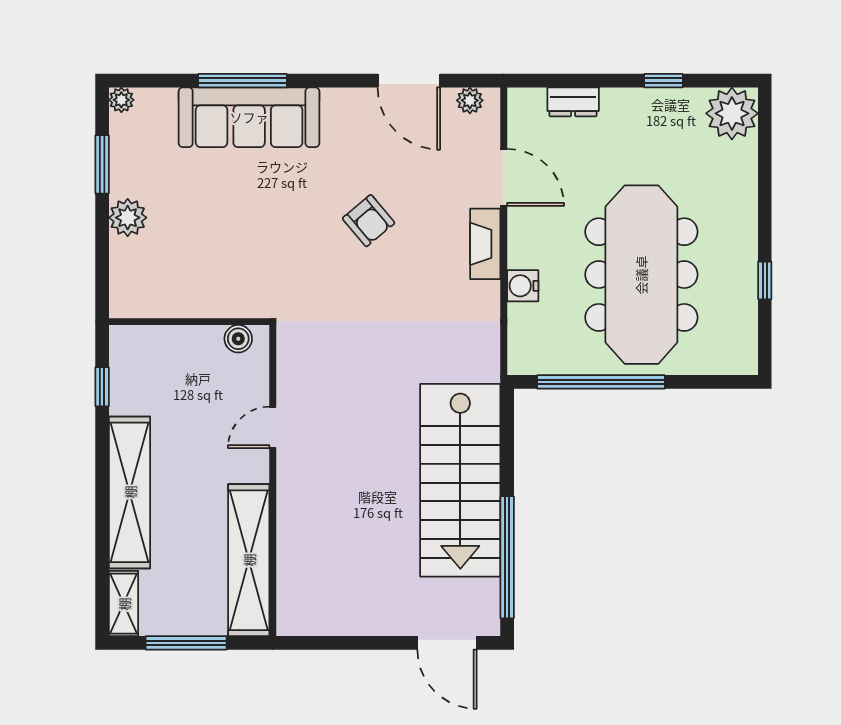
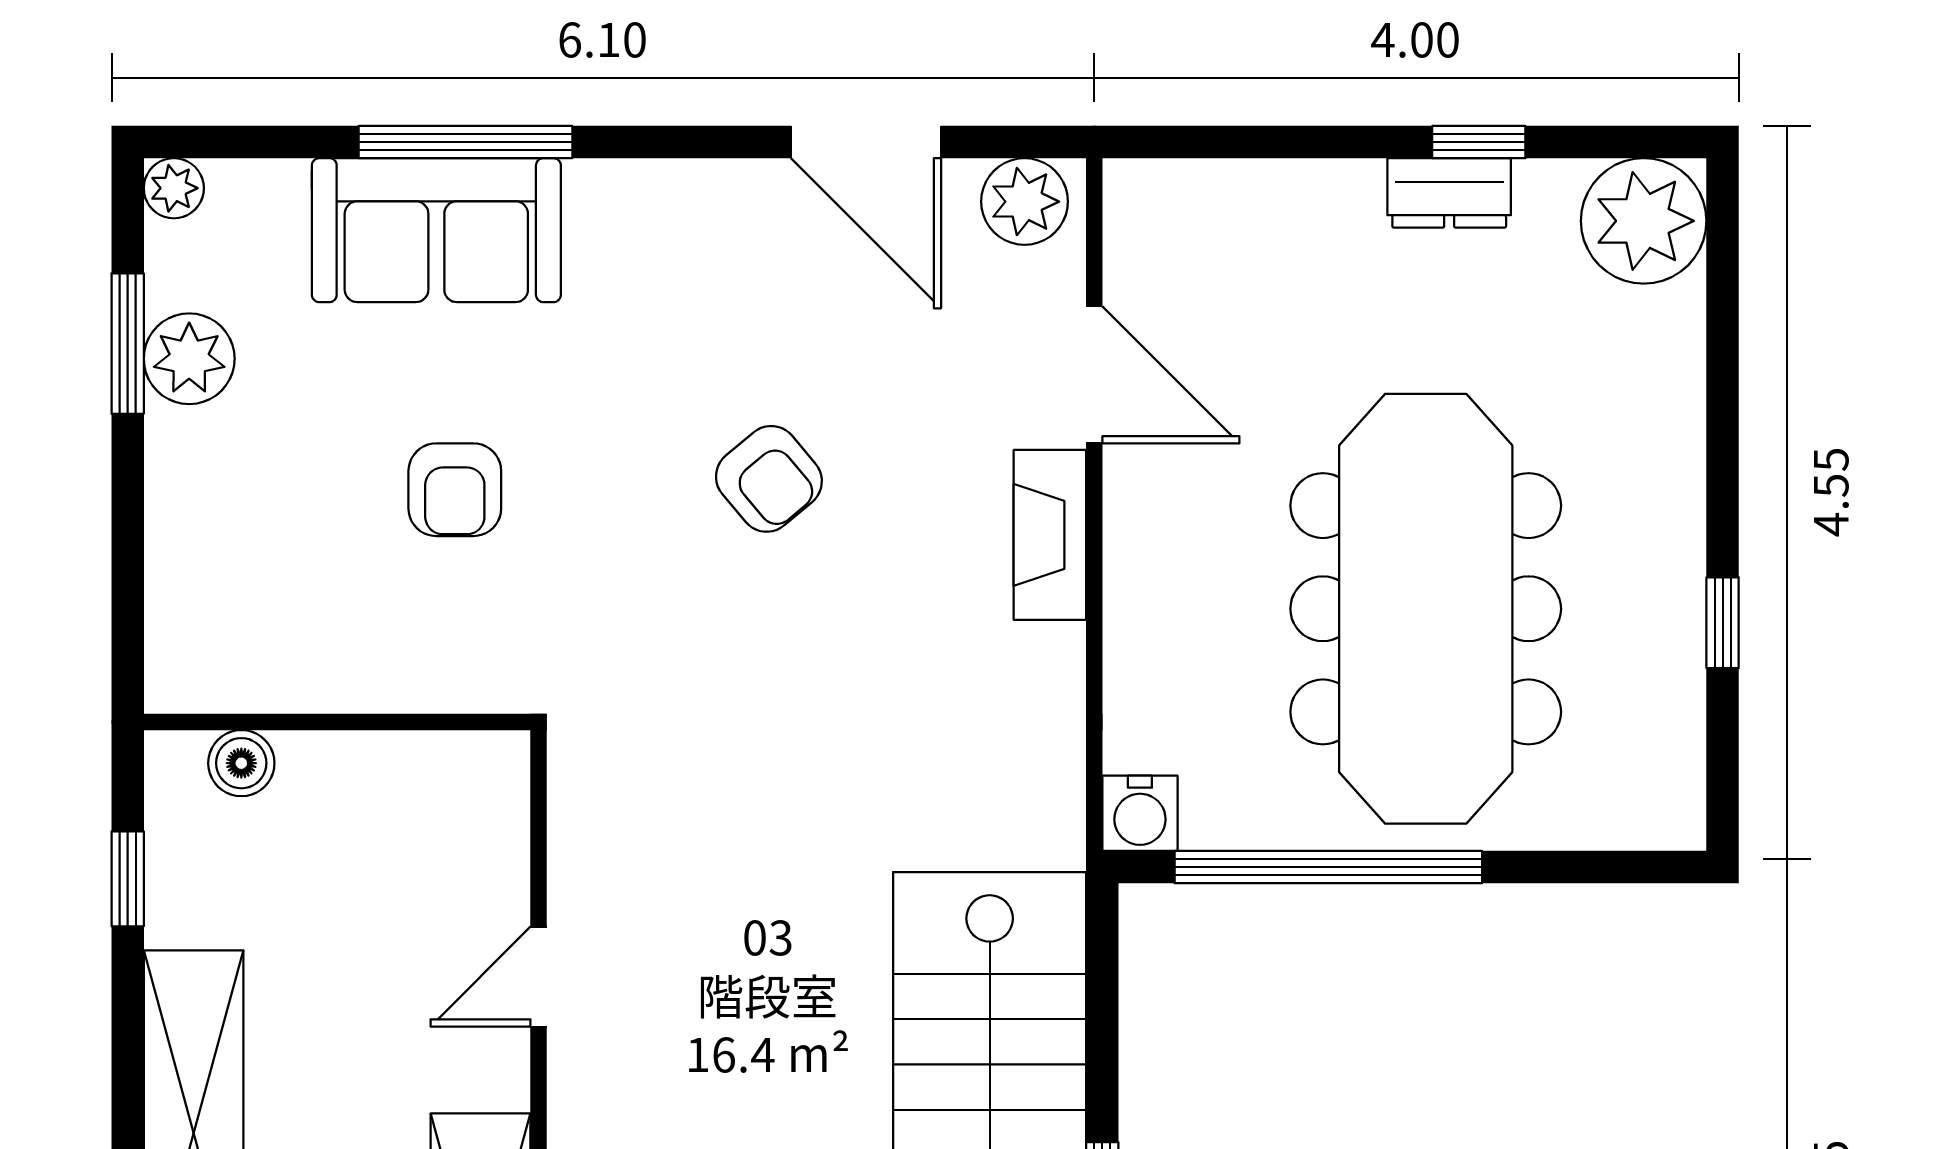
plant: (470, 100) -> (1025, 202), width x1.38, depth x1.38
dresser: (573, 102) -> (1449, 193), moved
sofa: (249, 117) -> (436, 230), width x0.73
plant: (128, 218) -> (189, 359), moved
armchair: (238, 225) -> (455, 490), added
water cooler: (523, 286) -> (1140, 813), moved, turned -90
boiler: (238, 339) -> (241, 763), moved

